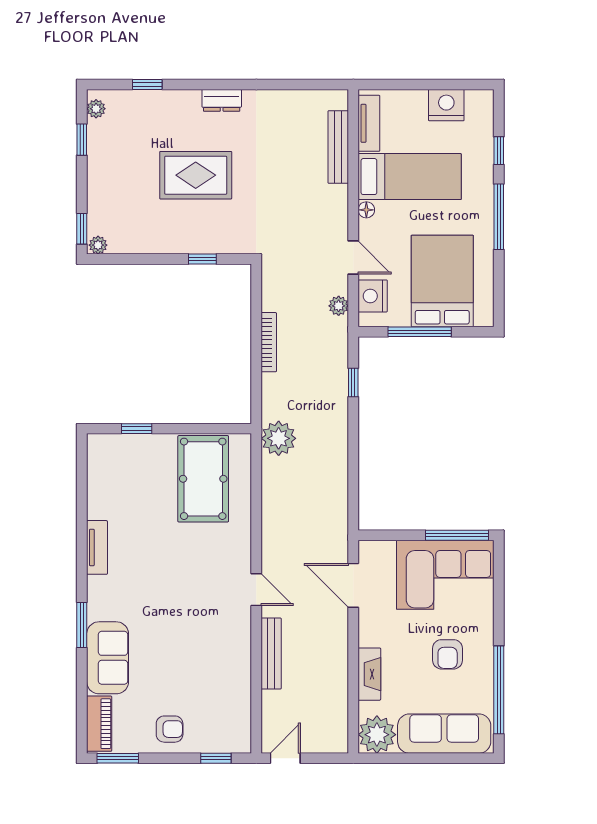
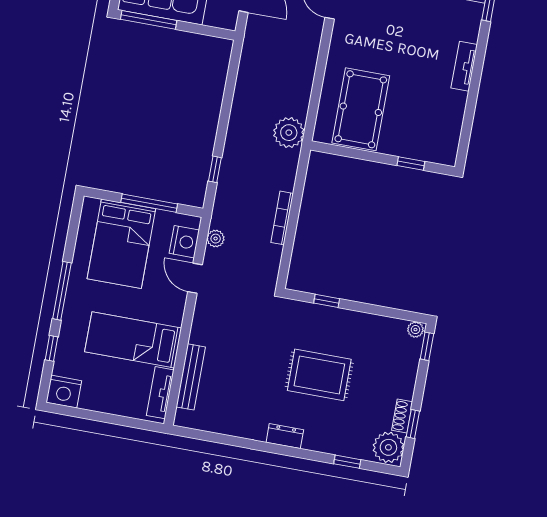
nightstand: (446, 105) -> (64, 392), moved
plant: (96, 109) -> (388, 447), width x1.88, depth x1.88
shoe rack: (95, 146) -> (402, 416), added
floor lamp: (366, 210) -> (176, 318), removed

